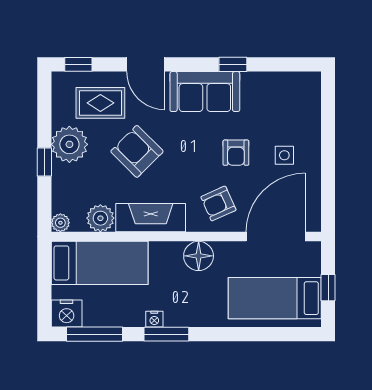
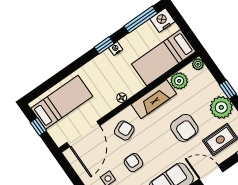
armchair: (137, 151) -> (184, 128), turned 45
floor lamp: (199, 256) -> (122, 98), width x0.53, depth x0.53
window: (166, 334) -> (104, 45), width x0.67

